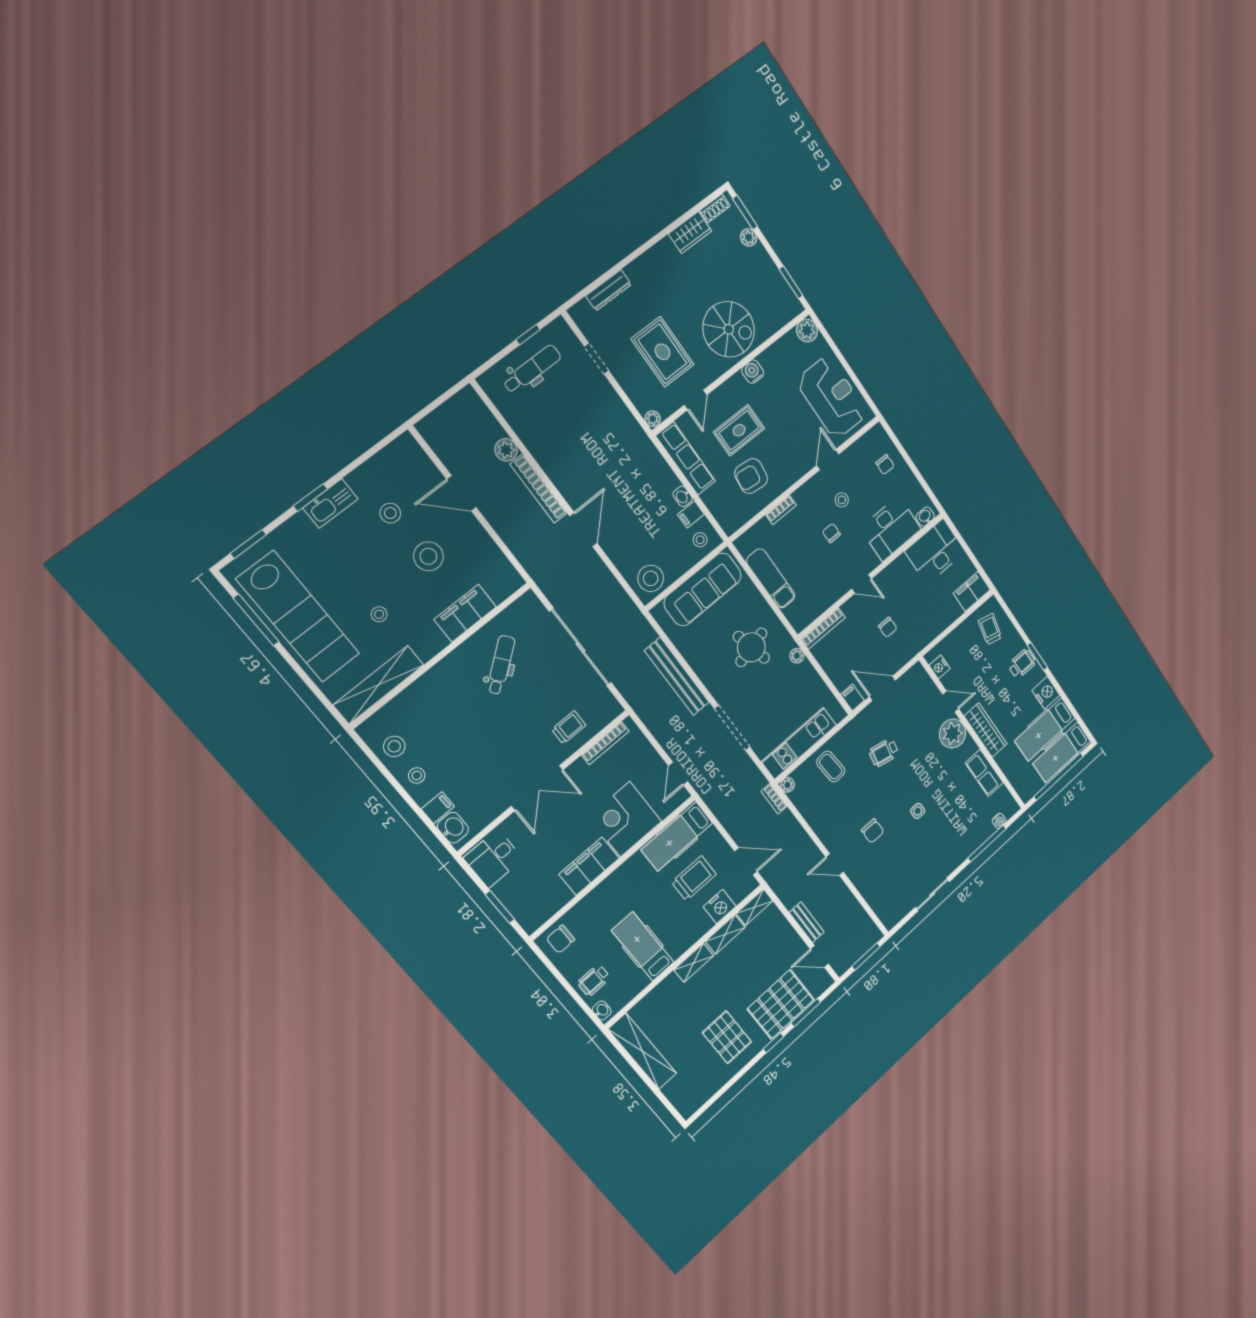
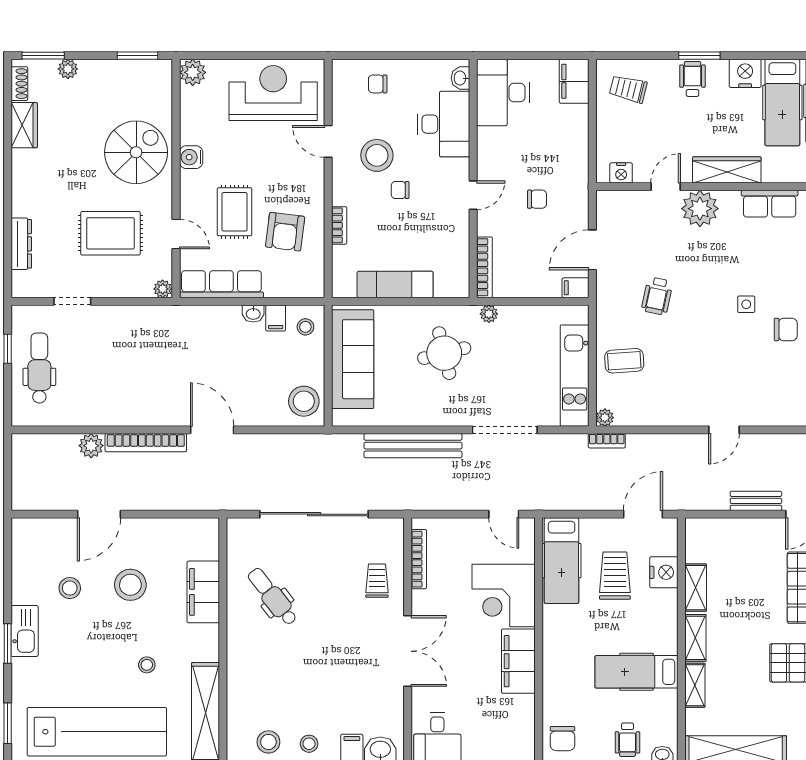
chair: (885, 465) -> (378, 84), turned 180
stool: (842, 500) -> (377, 155), width x1.89, depth x1.89
chair: (873, 831) -> (786, 329), moved
shelving: (755, 907) -> (695, 685), moved

